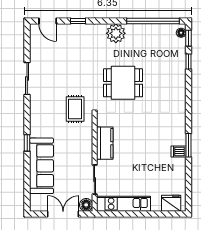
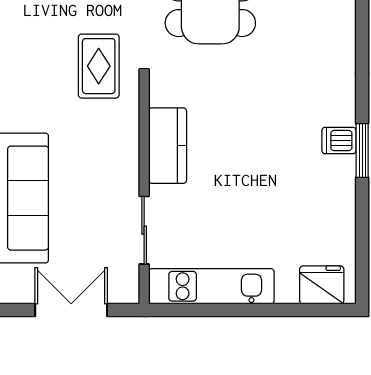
dishwasher: (178, 152) -> (339, 140), moved
floor lamp: (86, 205) -> (125, 289), removed

